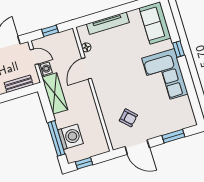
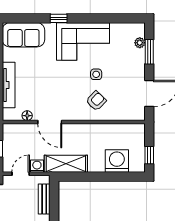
side table: (140, 96) -> (96, 74), added
armchair: (128, 118) -> (96, 101), moved
plant: (179, 126) -> (140, 43), added
window: (56, 138) -> (114, 177), removed

